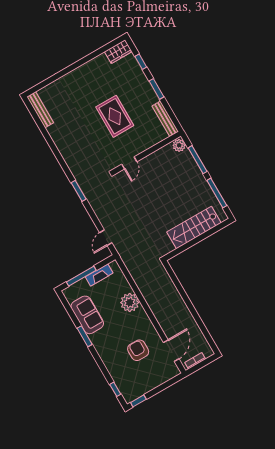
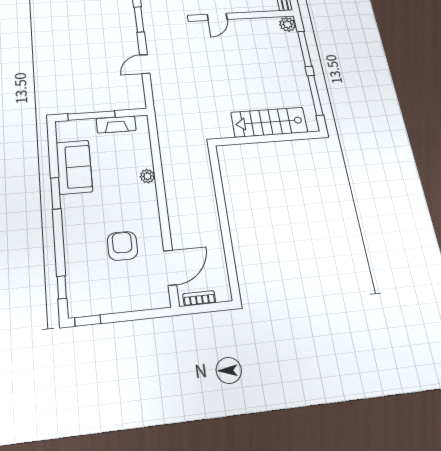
door: (106, 238) -> (145, 64), moved
plant: (130, 303) -> (147, 176), width x0.53, depth x0.53

